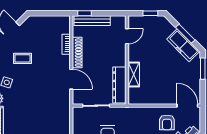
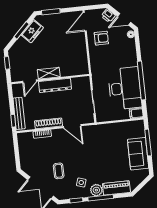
door: (127, 36) -> (29, 81), swing flipped
freezer: (183, 45) -> (32, 31), width x0.71
shelving: (134, 75) -> (49, 73), moved
door: (71, 79) -> (72, 126), swing flipped
dresser: (119, 85) -> (55, 85), moved

